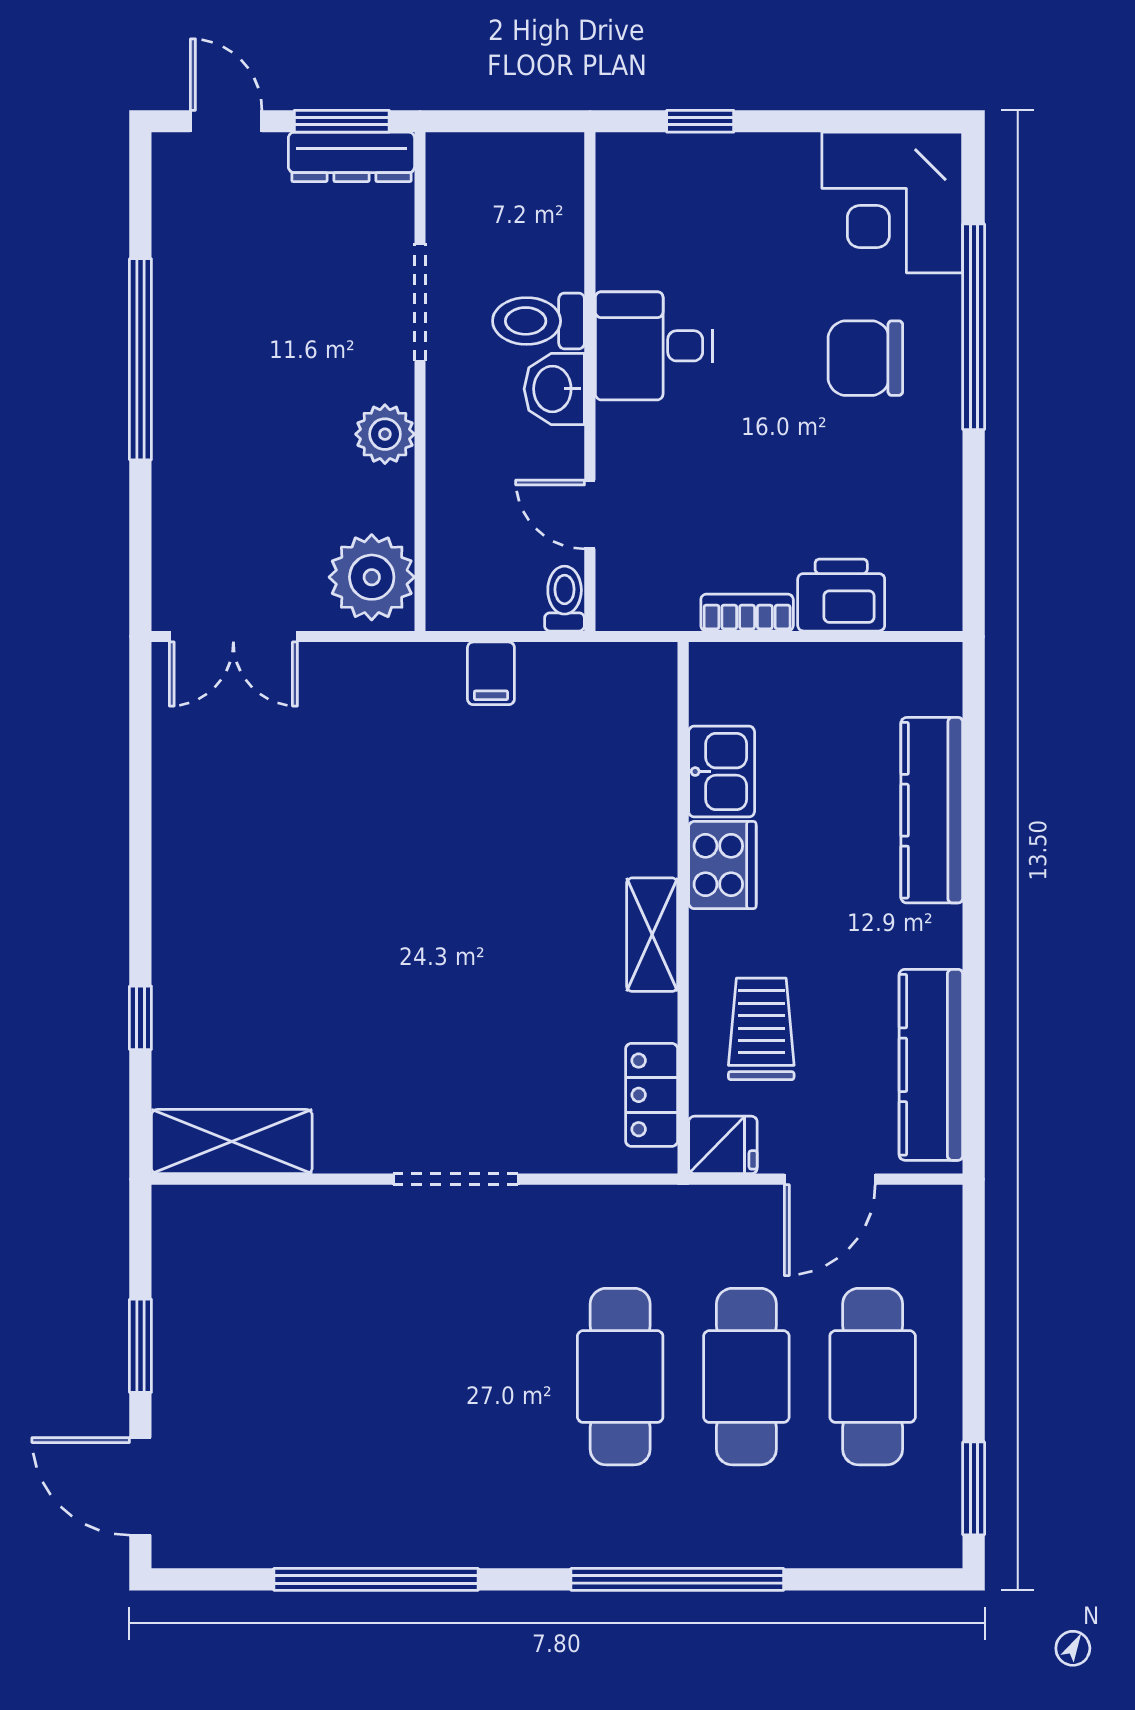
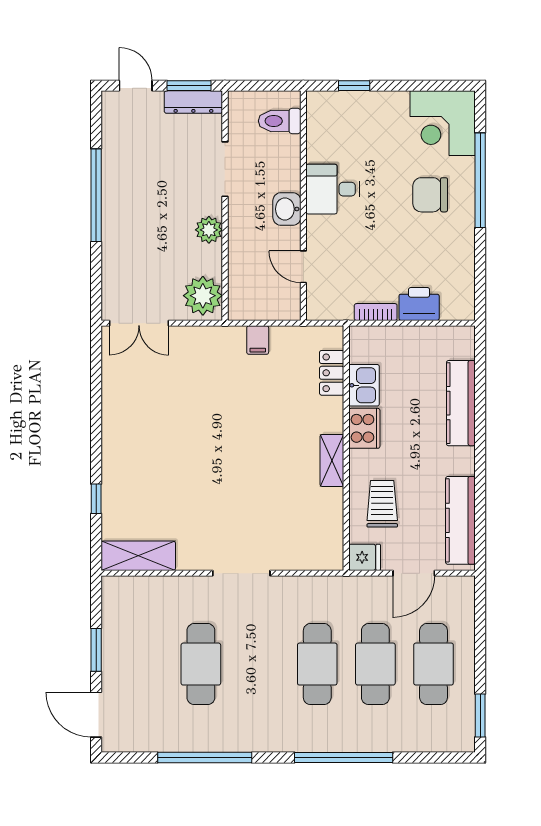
toilet: (539, 321) -> (280, 121), moved
toilet: (565, 599) -> (292, 306), removed
locker: (652, 1095) -> (332, 373), moved
cafe table: (368, 1377) -> (201, 664), added

